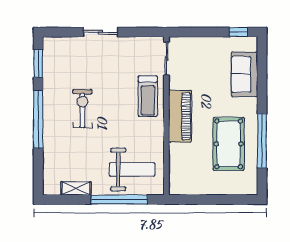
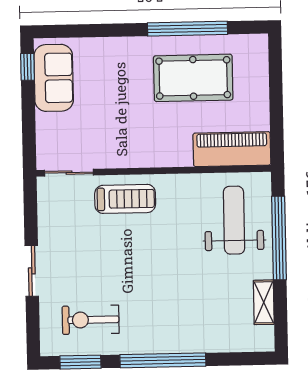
sofa: (244, 74) -> (54, 78), moved, turned -90
exercise bike: (82, 108) -> (91, 320), moved
piano: (180, 116) -> (232, 149), moved

